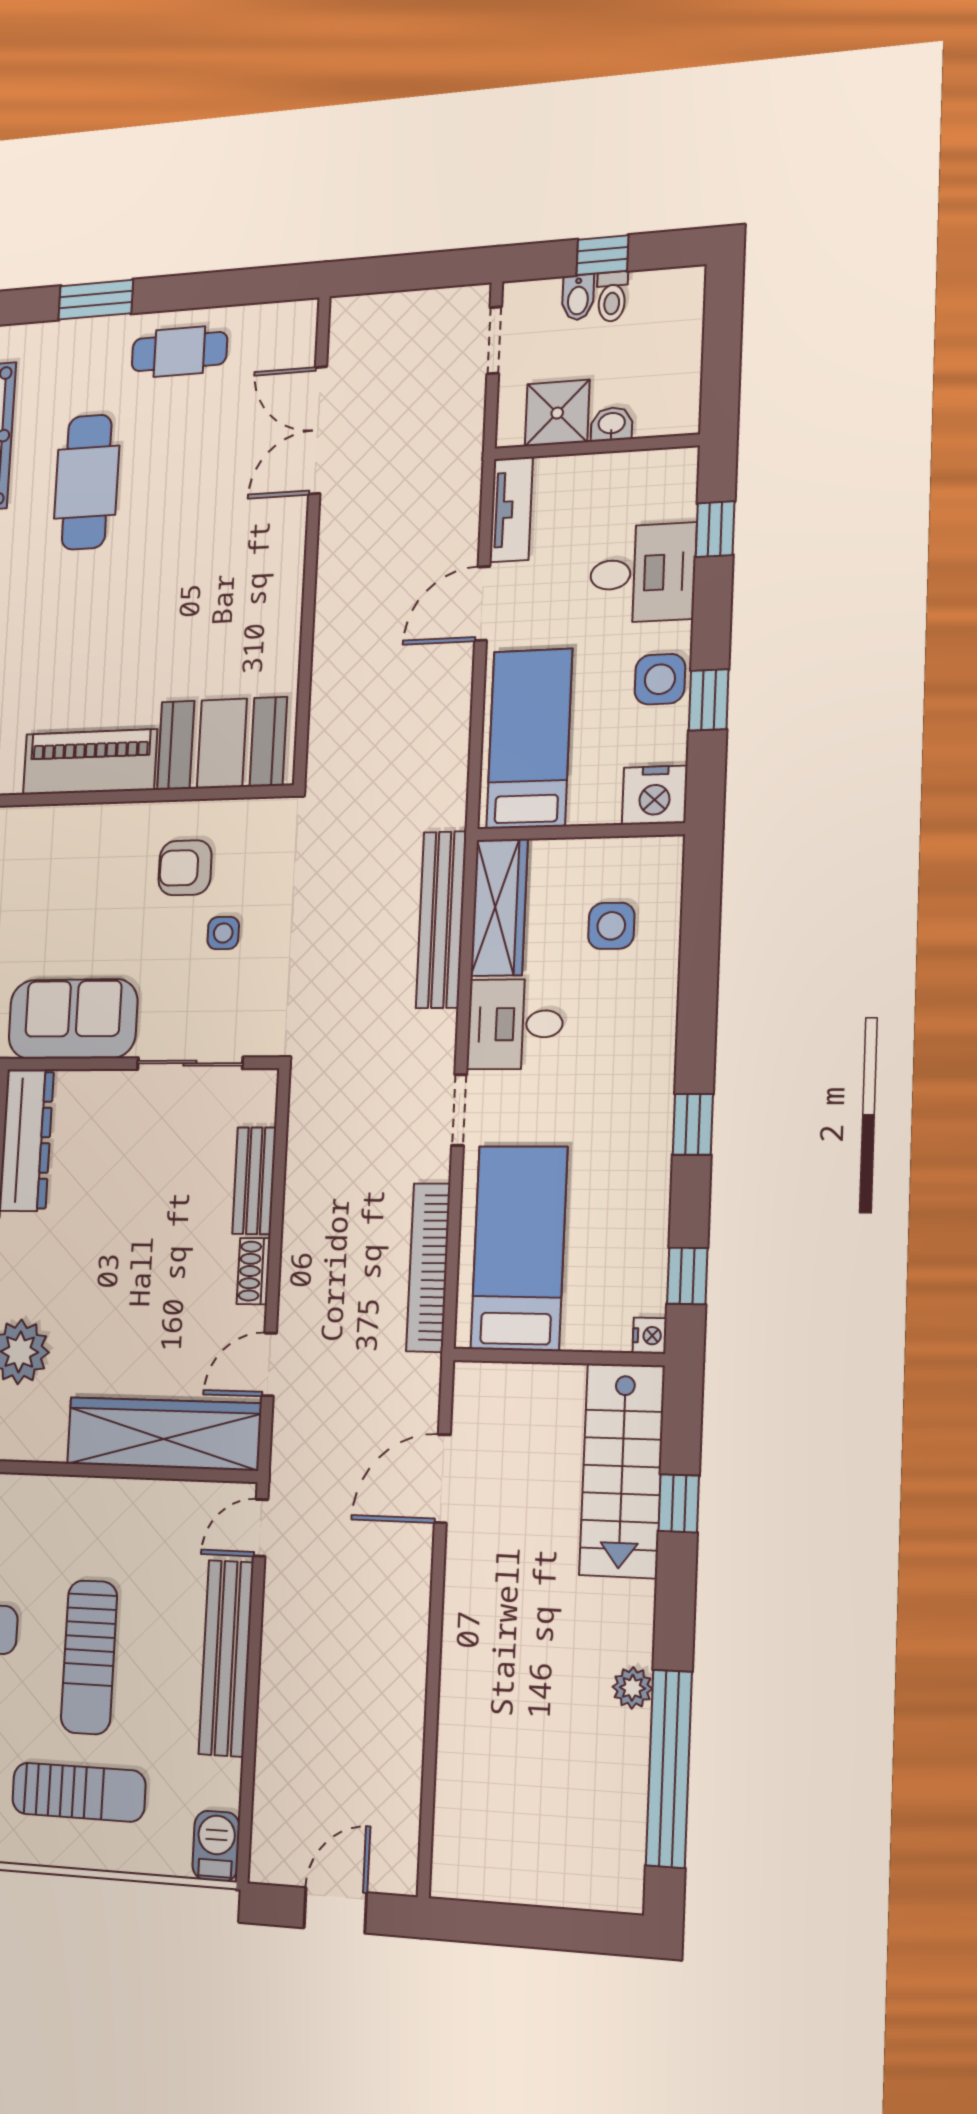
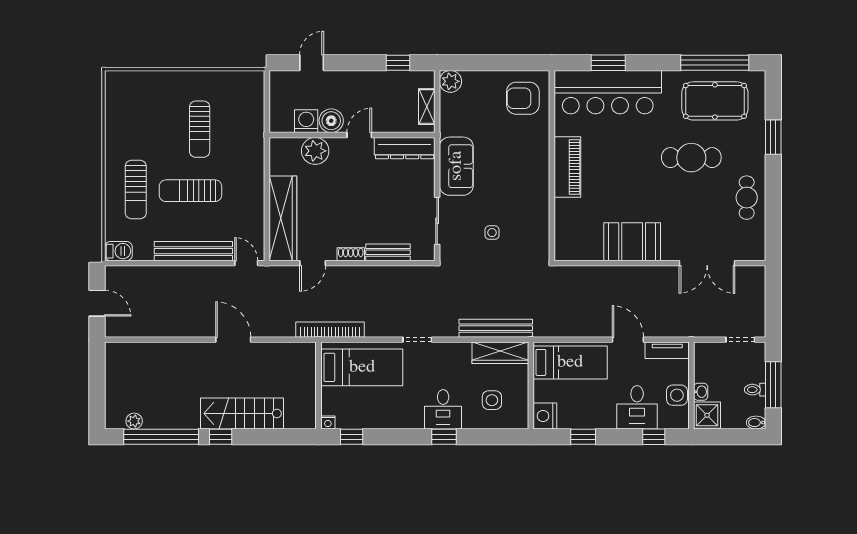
window: (602, 255) -> (773, 385), width x2.17
bidet: (578, 297) -> (756, 423), moved
window: (96, 300) -> (773, 137), moved
shower: (557, 413) -> (707, 415), moved
double door: (318, 430) -> (707, 263), swing flipped
side table: (660, 679) -> (677, 395), moved
booth: (222, 743) -> (632, 242), moved, turned 90
armchair: (185, 868) -> (520, 214), removed
desk: (515, 1024) -> (443, 409), moved, turned 180
window: (693, 1124) -> (444, 437), moved
bookcase: (428, 1267) -> (330, 330), moved
door: (269, 1364) -> (313, 263), swing flipped
stairs: (622, 1470) -> (242, 413), moved
door: (442, 1479) -> (233, 340), moved
window: (679, 1503) -> (221, 437), moved
plant: (632, 1688) -> (134, 421), moved

